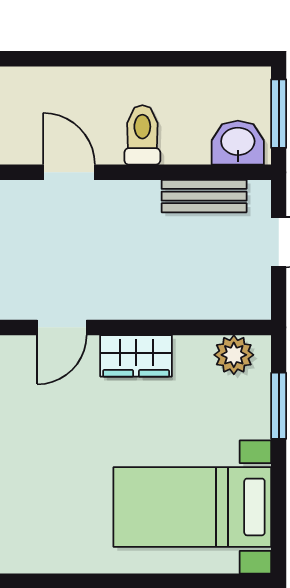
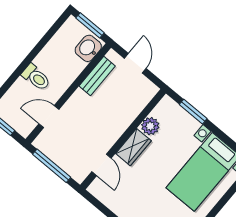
toilet: (142, 135) -> (36, 77), moved, turned 180
plant: (234, 355) -> (150, 126), moved

